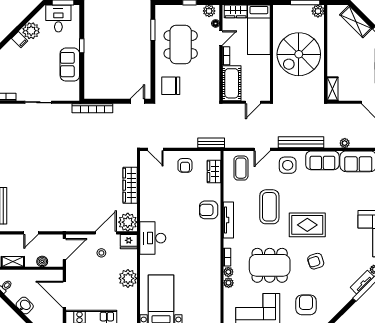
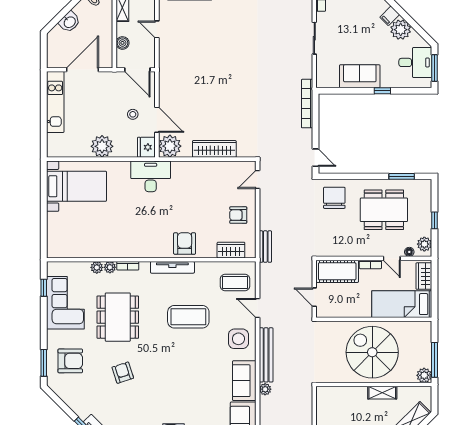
shelving: (332, 89) -> (382, 393), moved
plant: (345, 143) -> (265, 389), moved
rug: (307, 225) -> (167, 362), removed

